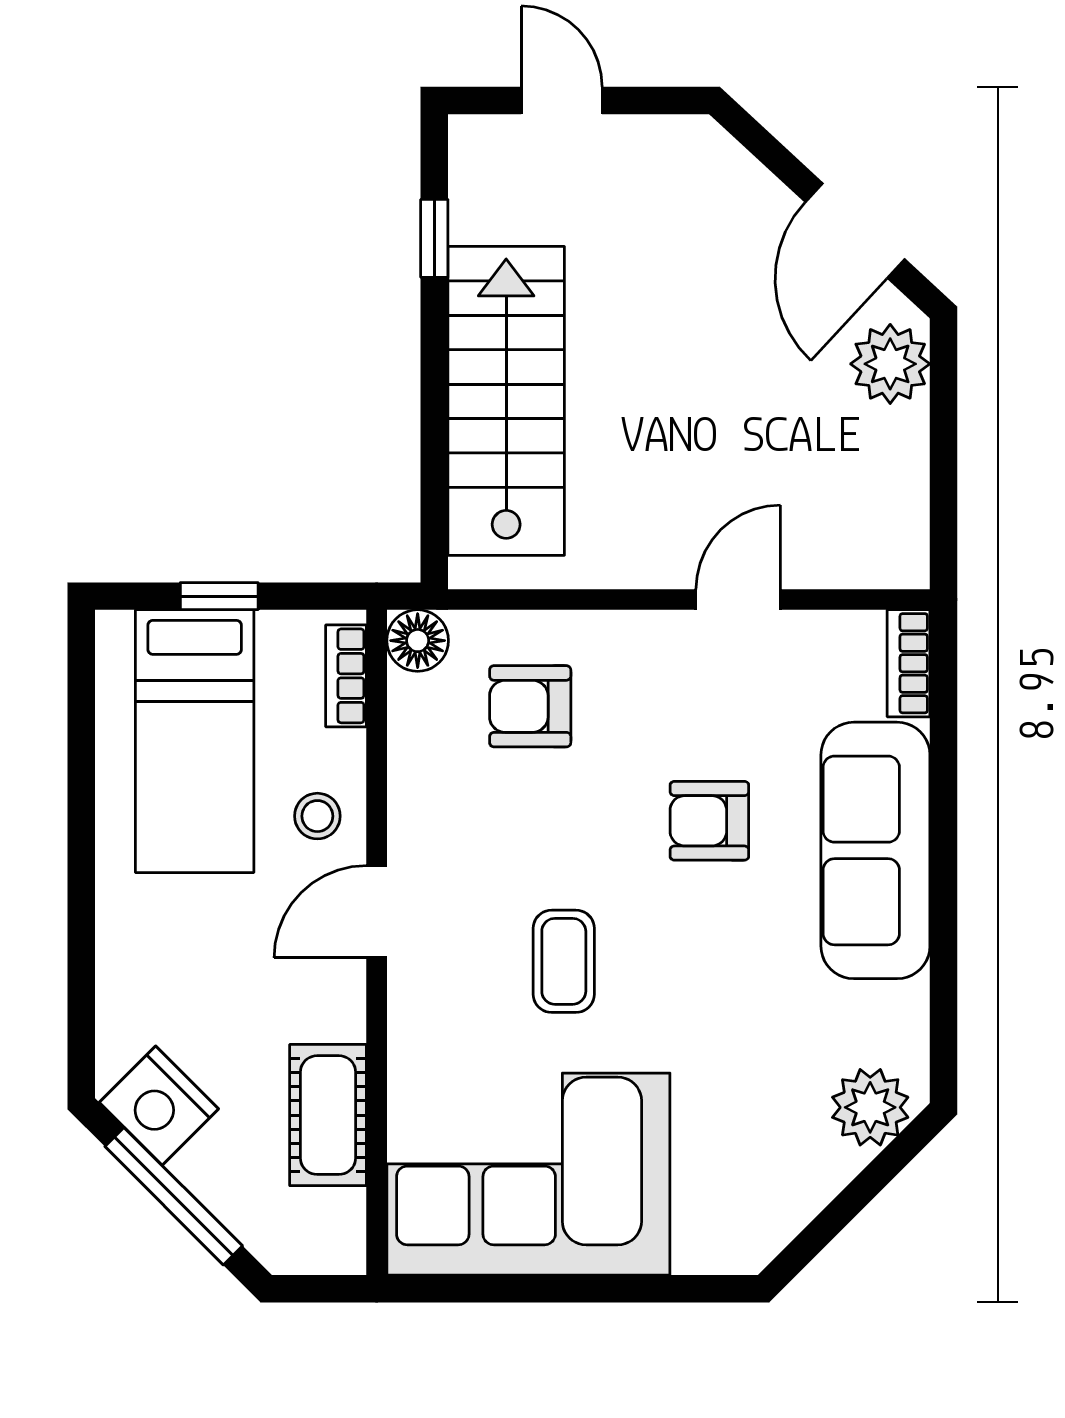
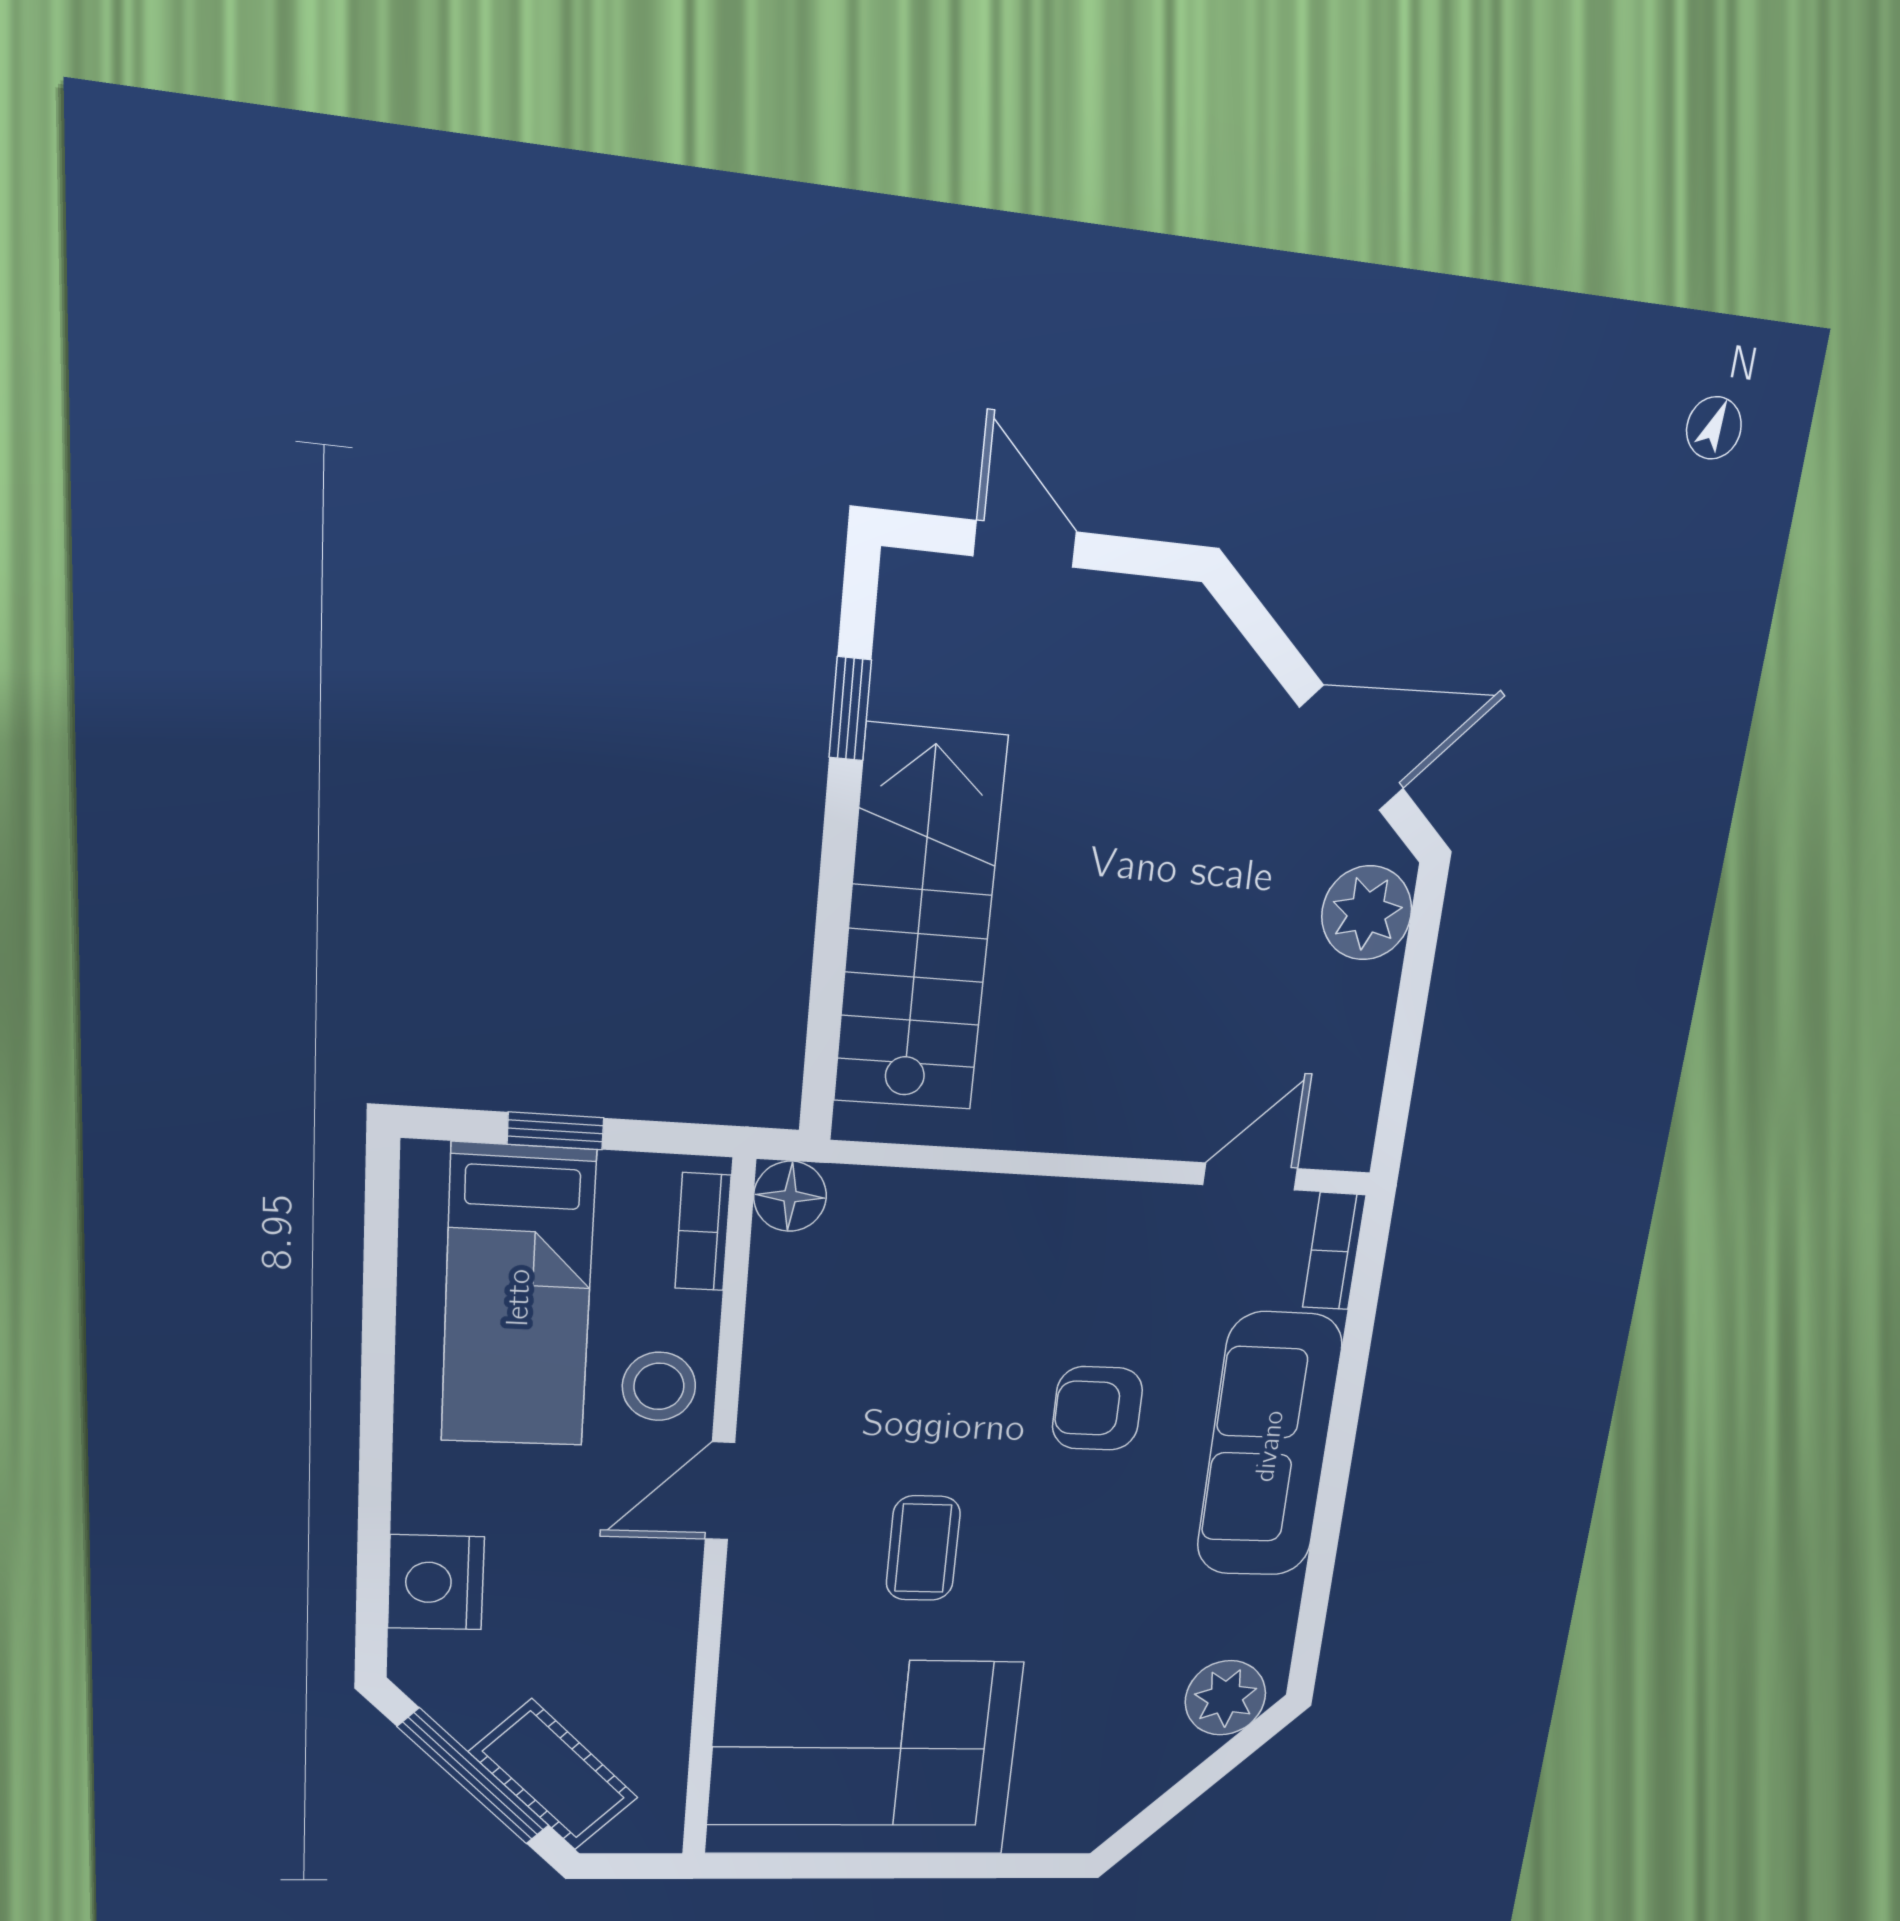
door: (855, 231) -> (1352, 748), swing flipped
door: (738, 600) -> (1250, 1177), moved
armchair: (530, 706) -> (913, 1277), removed
stool: (317, 816) -> (659, 1386), width x1.37, depth x1.37
nightstand: (159, 1106) -> (436, 1582), moved, turned 45
cot: (328, 1115) -> (554, 1775), moved, turned -45

